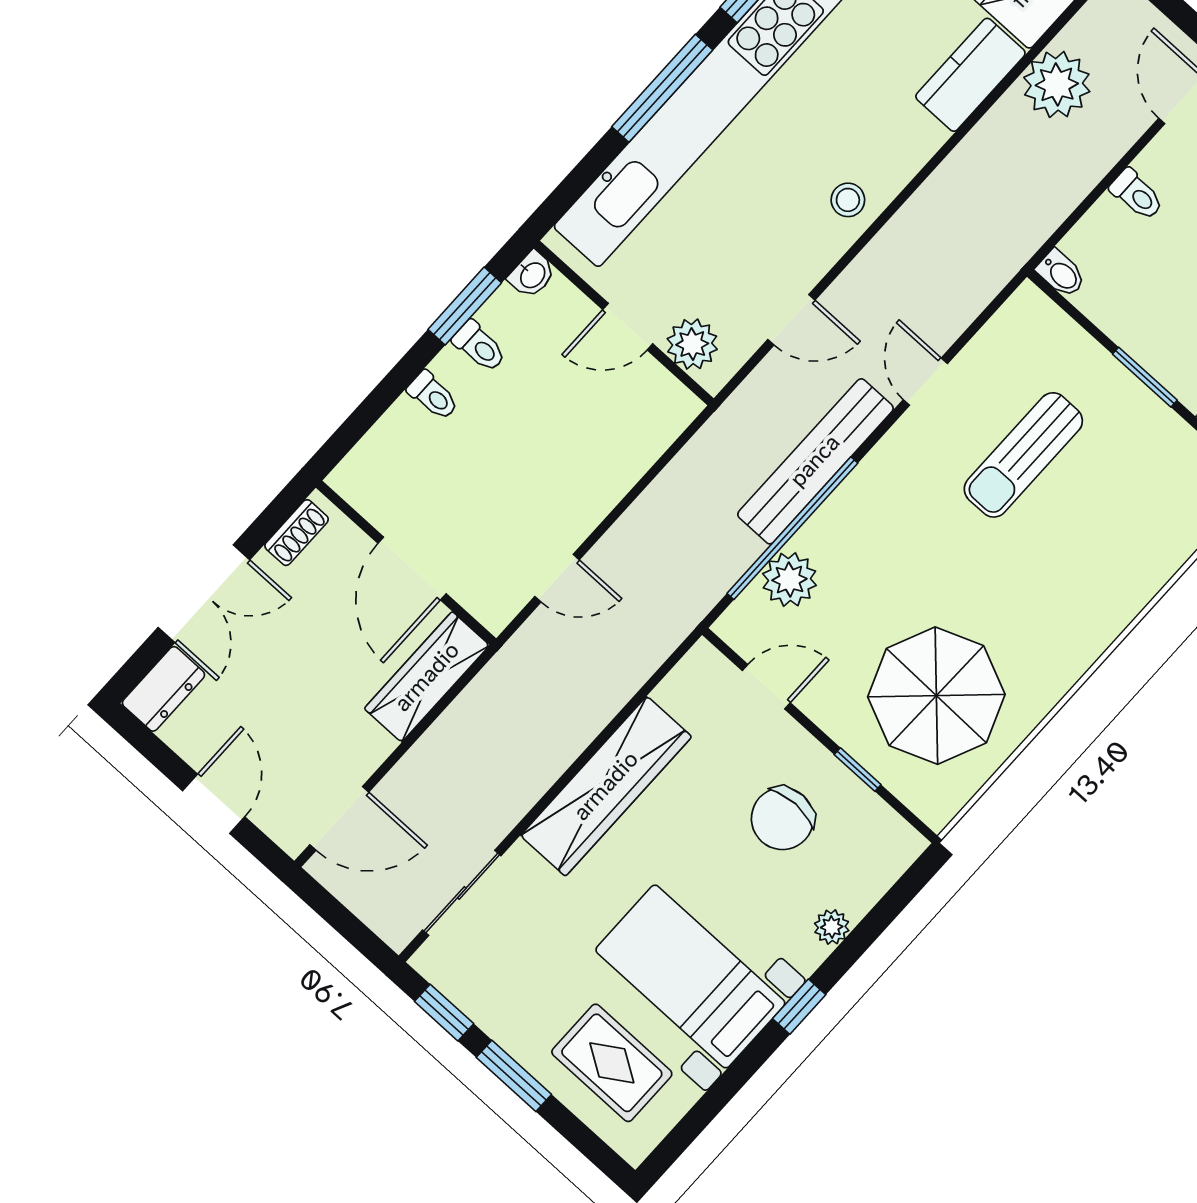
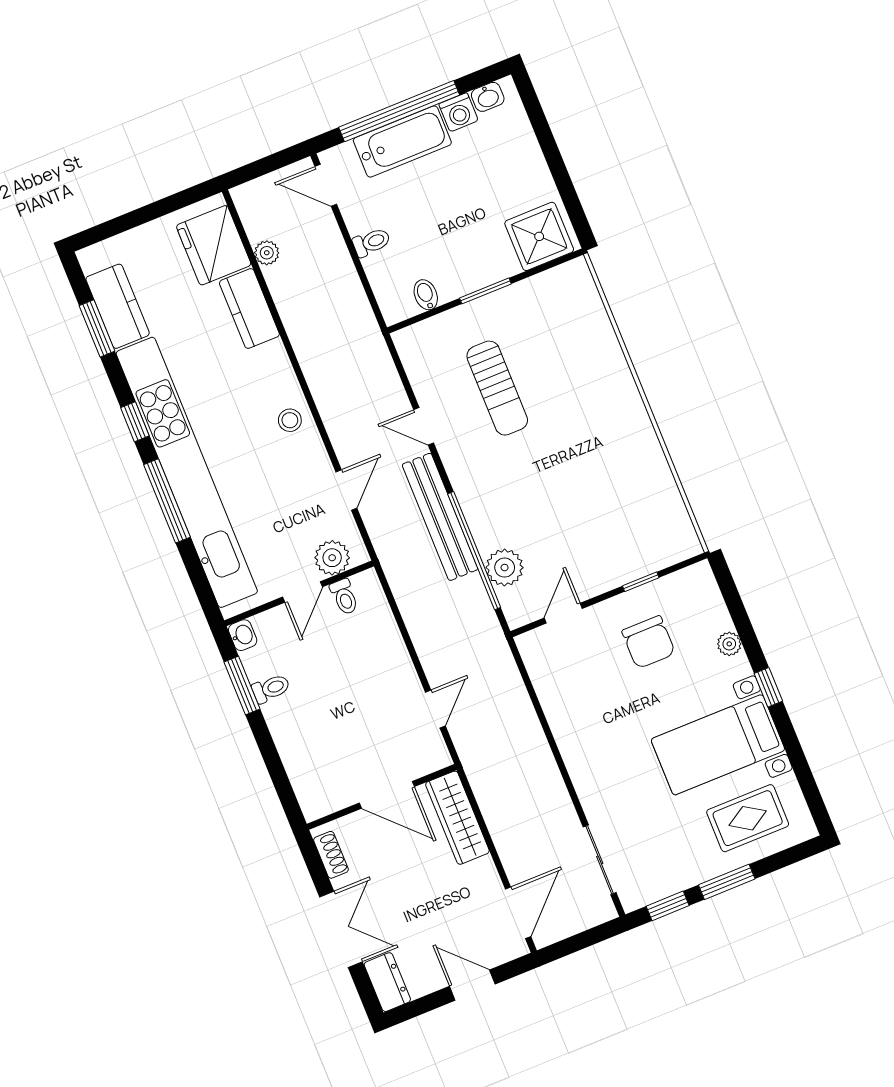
plant: (1057, 84) -> (267, 253), width x0.53, depth x0.53
bidet: (1061, 274) -> (426, 295), moved, turned -90
toilet: (433, 396) -> (344, 597), moved, turned 90
parasol: (936, 696) -> (619, 512), removed
wardrobe: (606, 786) -> (577, 740), removed

